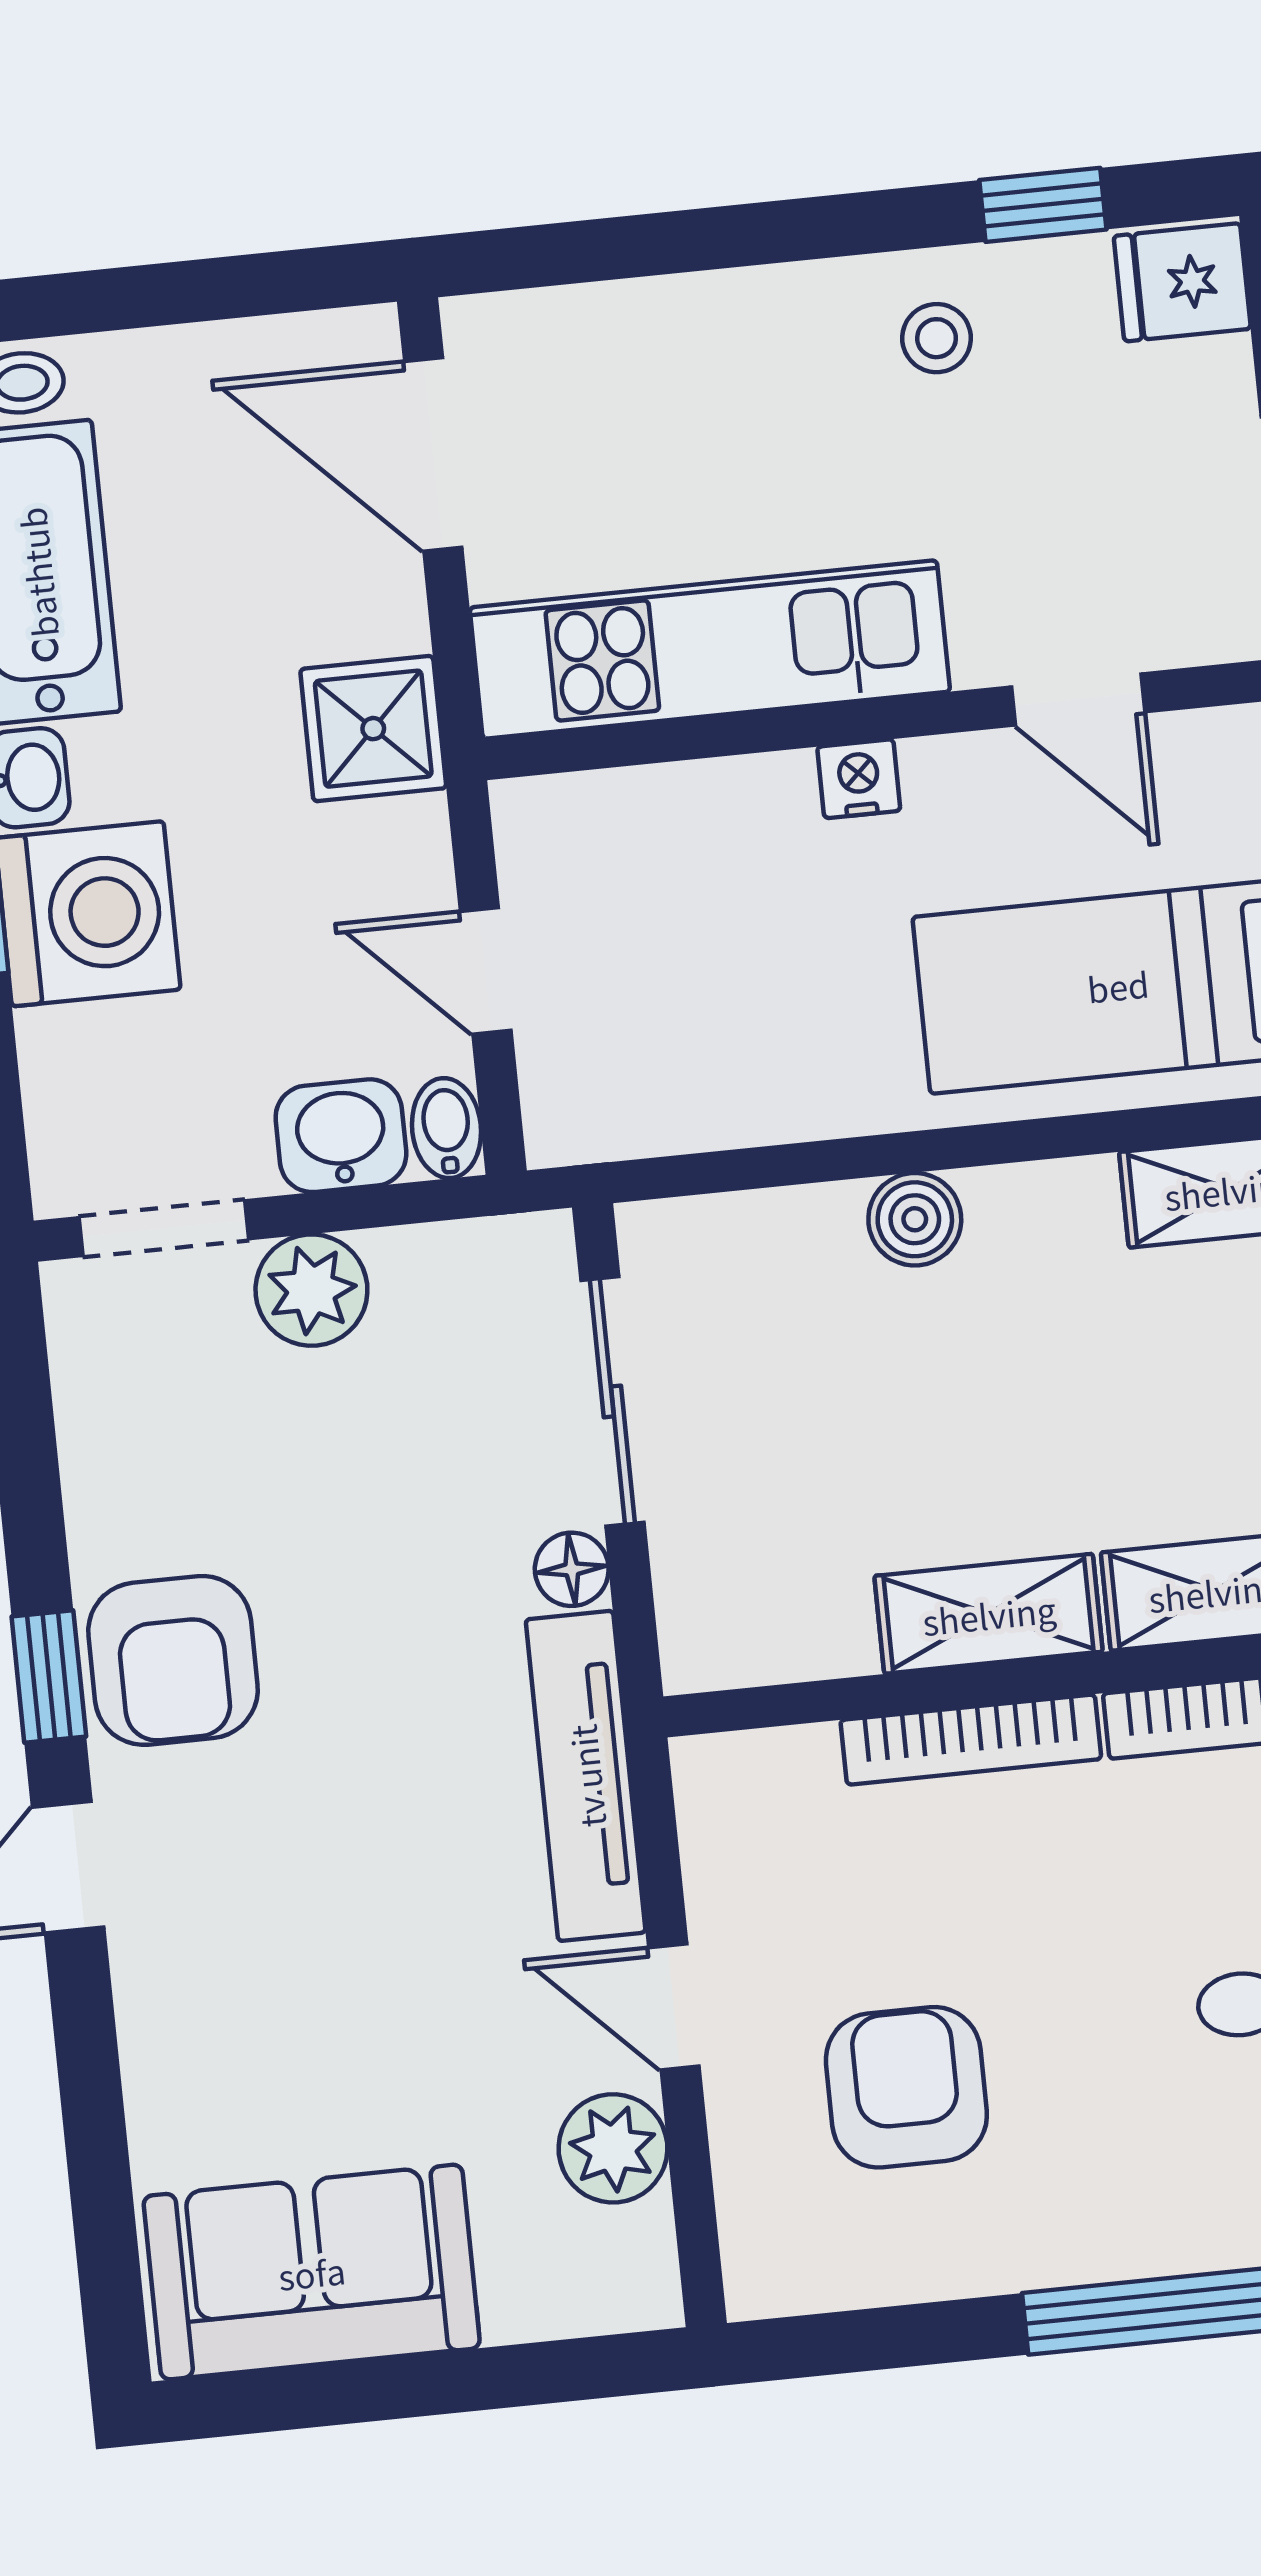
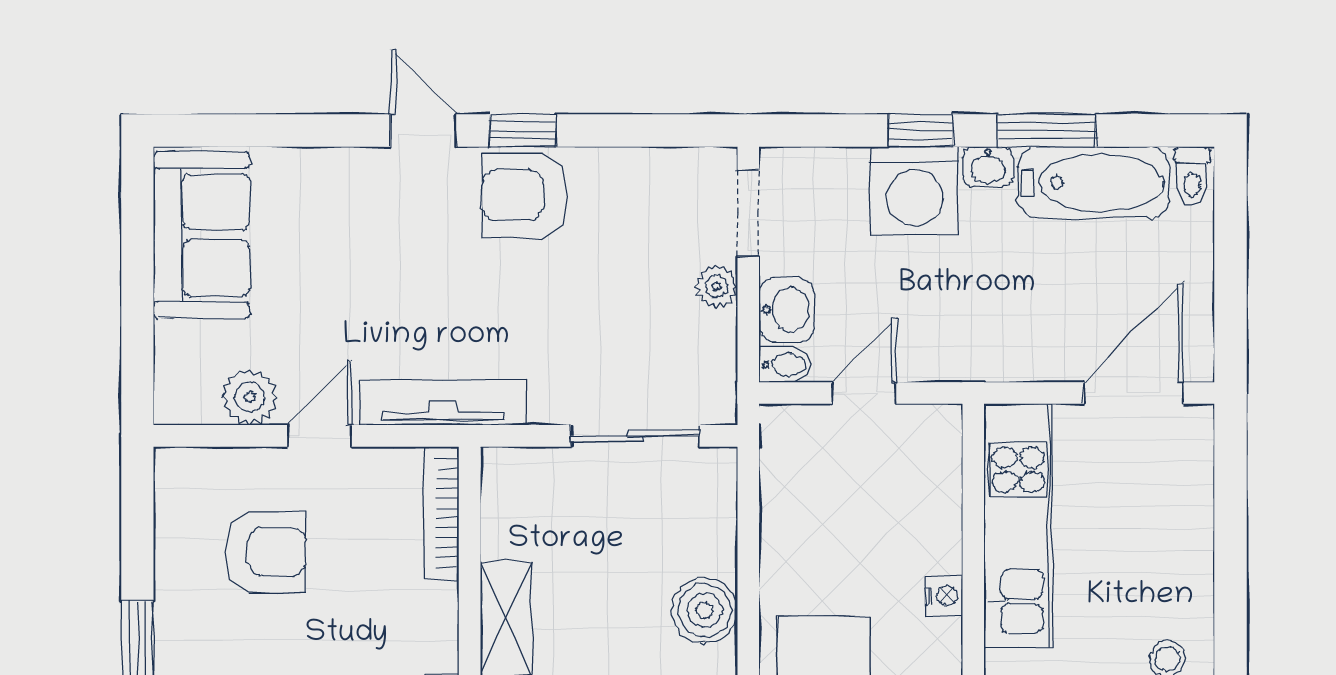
shower: (373, 729) -> (995, 348), removed
boiler: (915, 1219) -> (705, 610), width x1.36, depth x1.36
plant: (311, 1290) -> (716, 286), width x0.73, depth x0.73
floor lamp: (572, 1569) -> (551, 406), removed
bookcase: (971, 1740) -> (442, 513), moved

